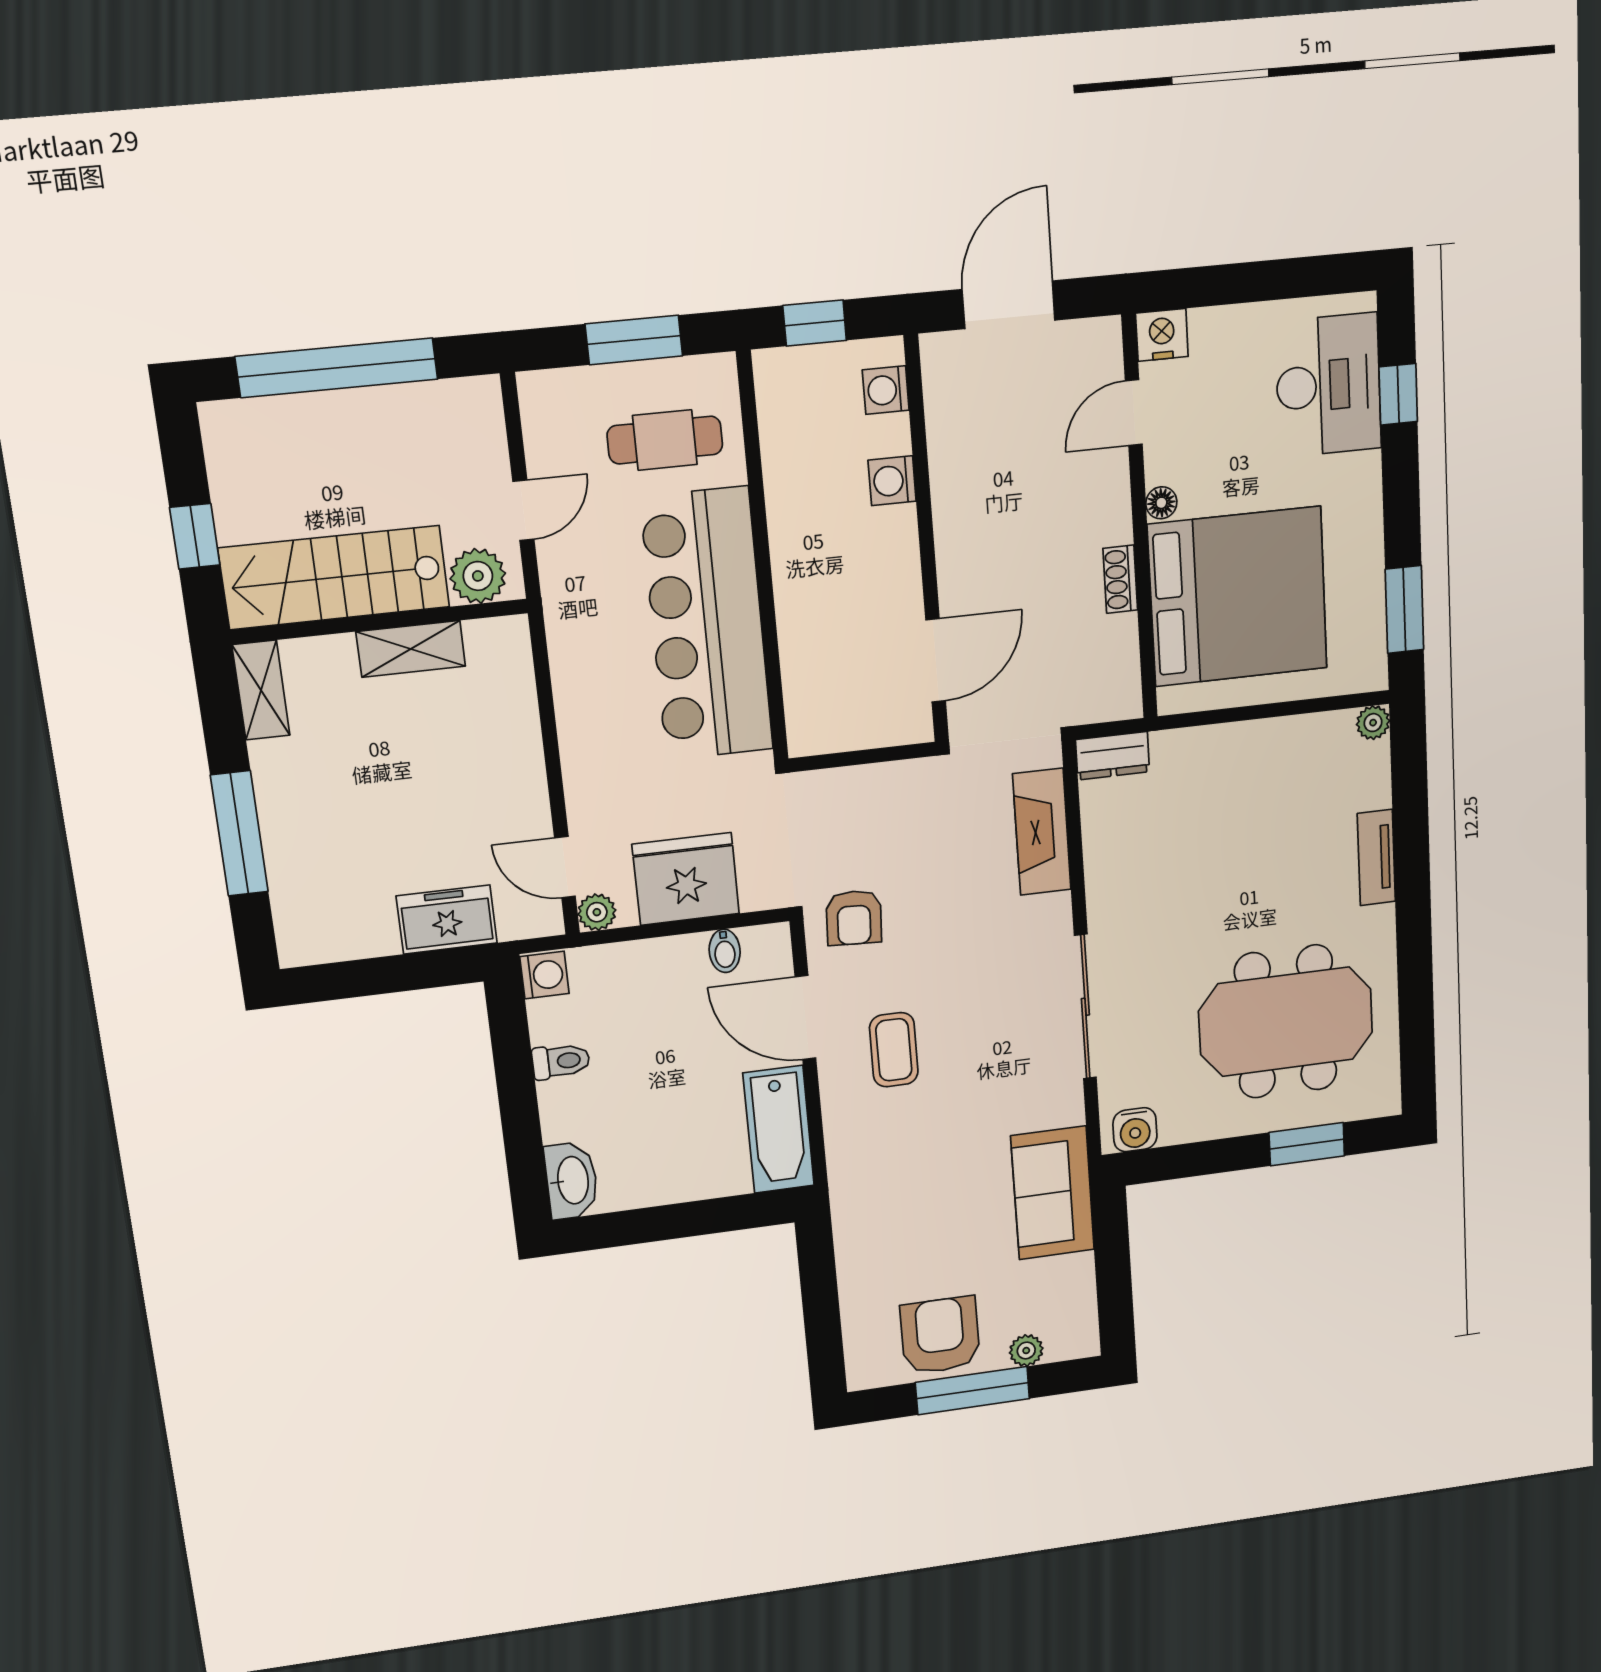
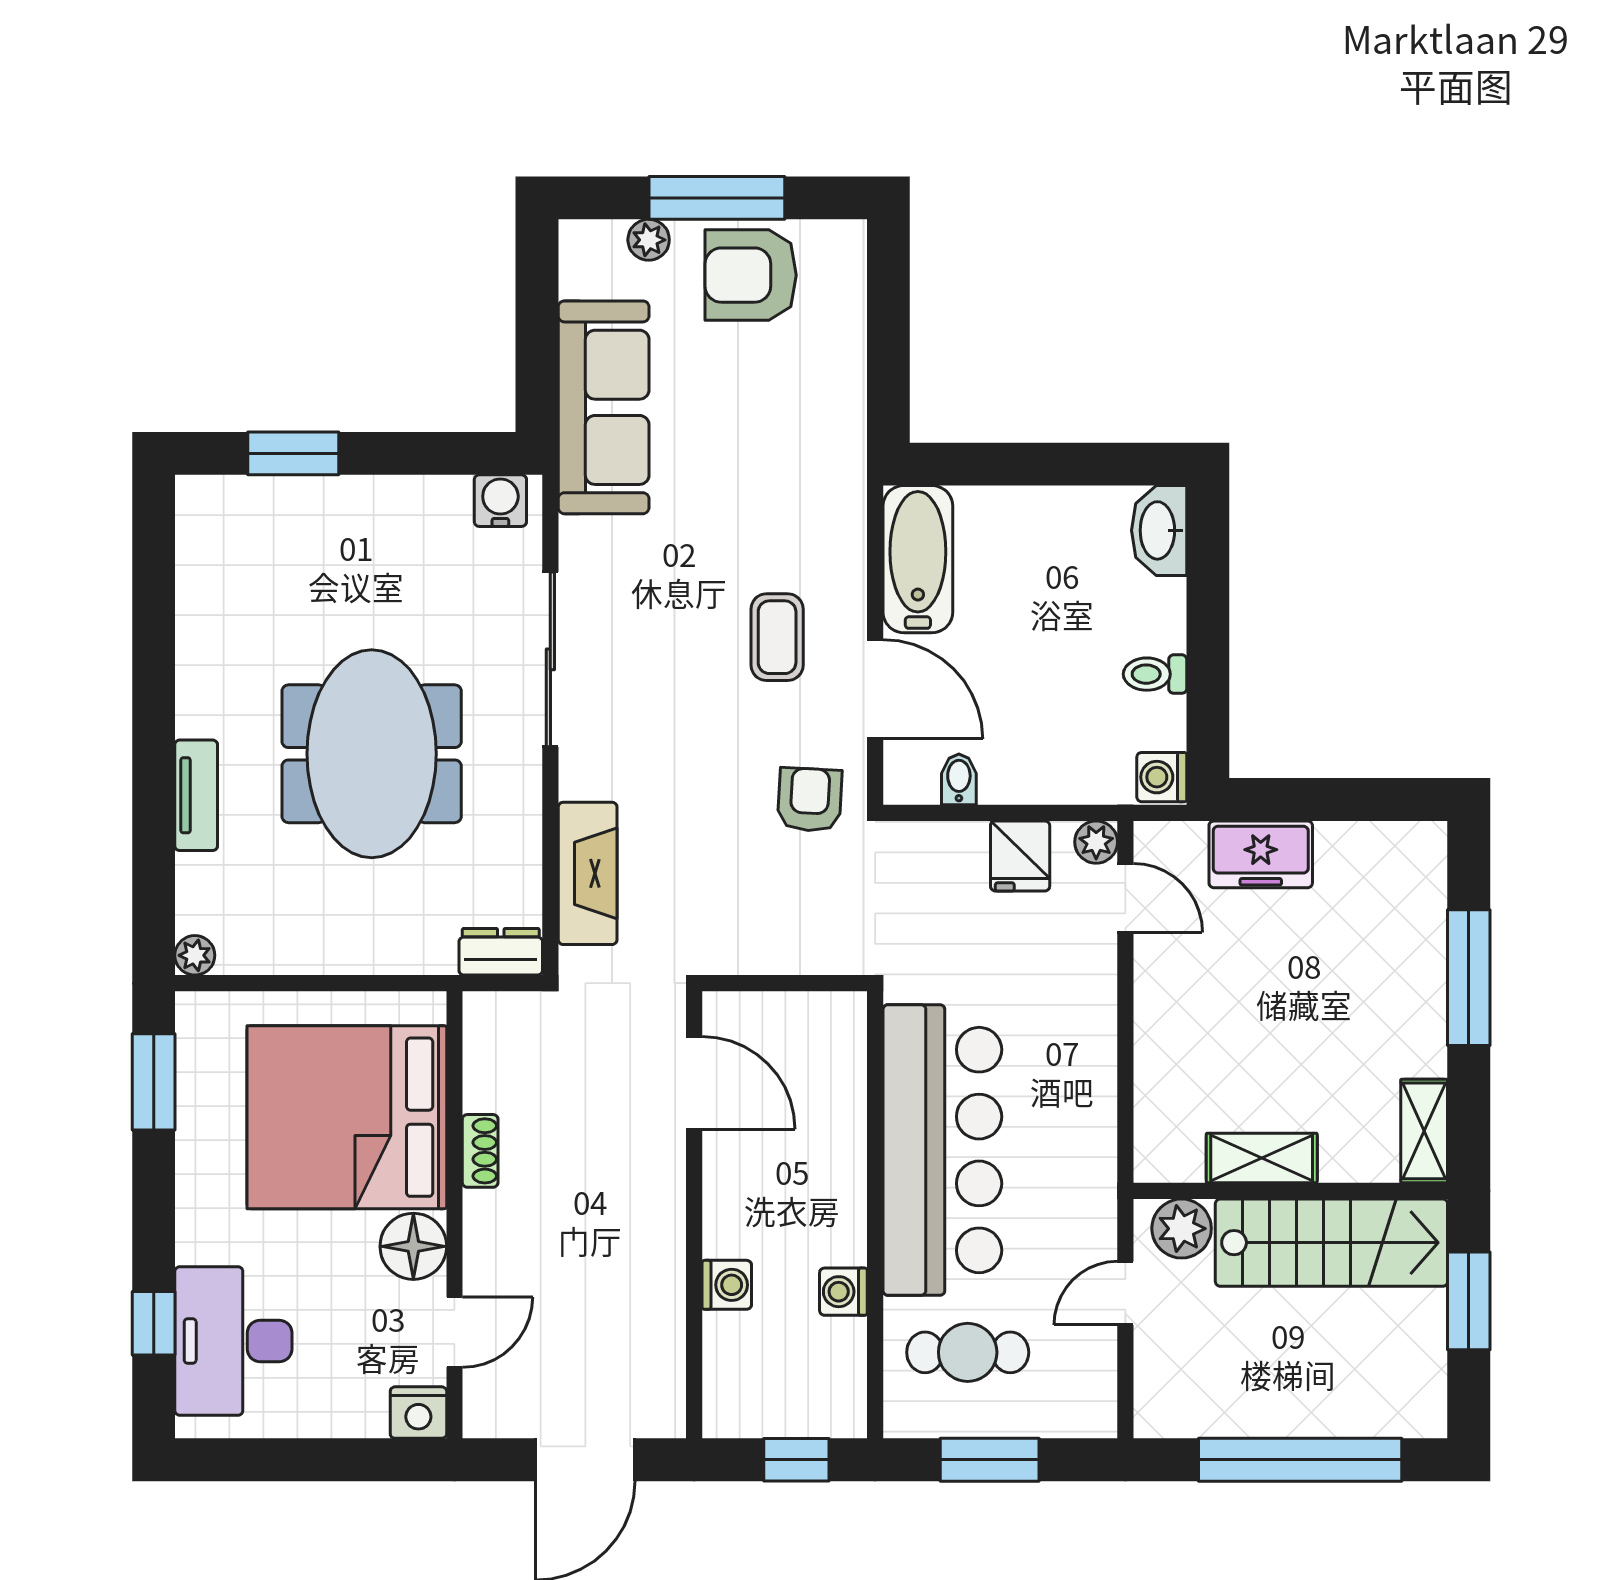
washing machine: (886, 390) -> (843, 1292), moved, turned 180
floor lamp: (1161, 503) -> (413, 1246), width x1.89, depth x1.89
window: (195, 536) -> (1469, 1301), width x1.50
door: (936, 660) -> (694, 1083), swing flipped
fridge: (686, 879) -> (1020, 856), width x0.53, depth x0.75
meeting table: (1286, 1022) -> (372, 754), moved, turned 90
sofa: (1053, 1193) -> (604, 407), width x1.36
armchair: (940, 1335) -> (751, 275), turned 90

